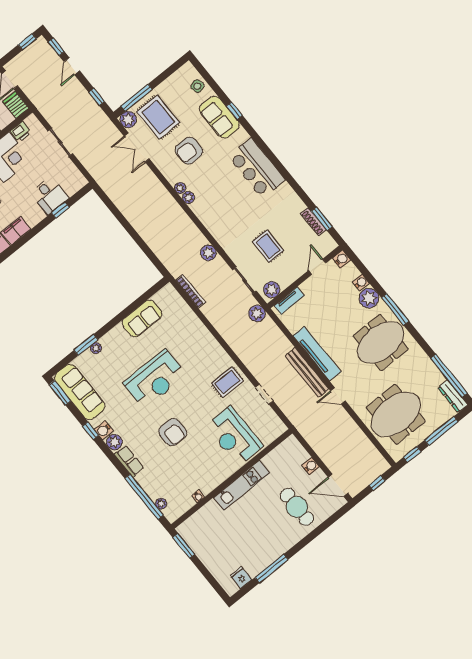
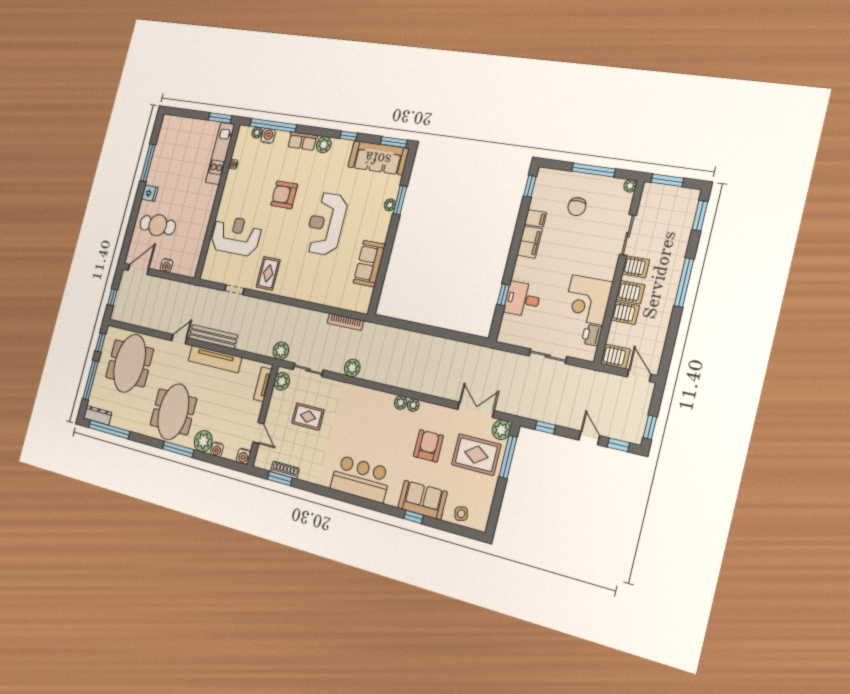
water cooler: (104, 430) -> (268, 136), moved
kitchen unit: (241, 485) -> (220, 153), moved
fridge: (241, 578) -> (150, 193), moved

